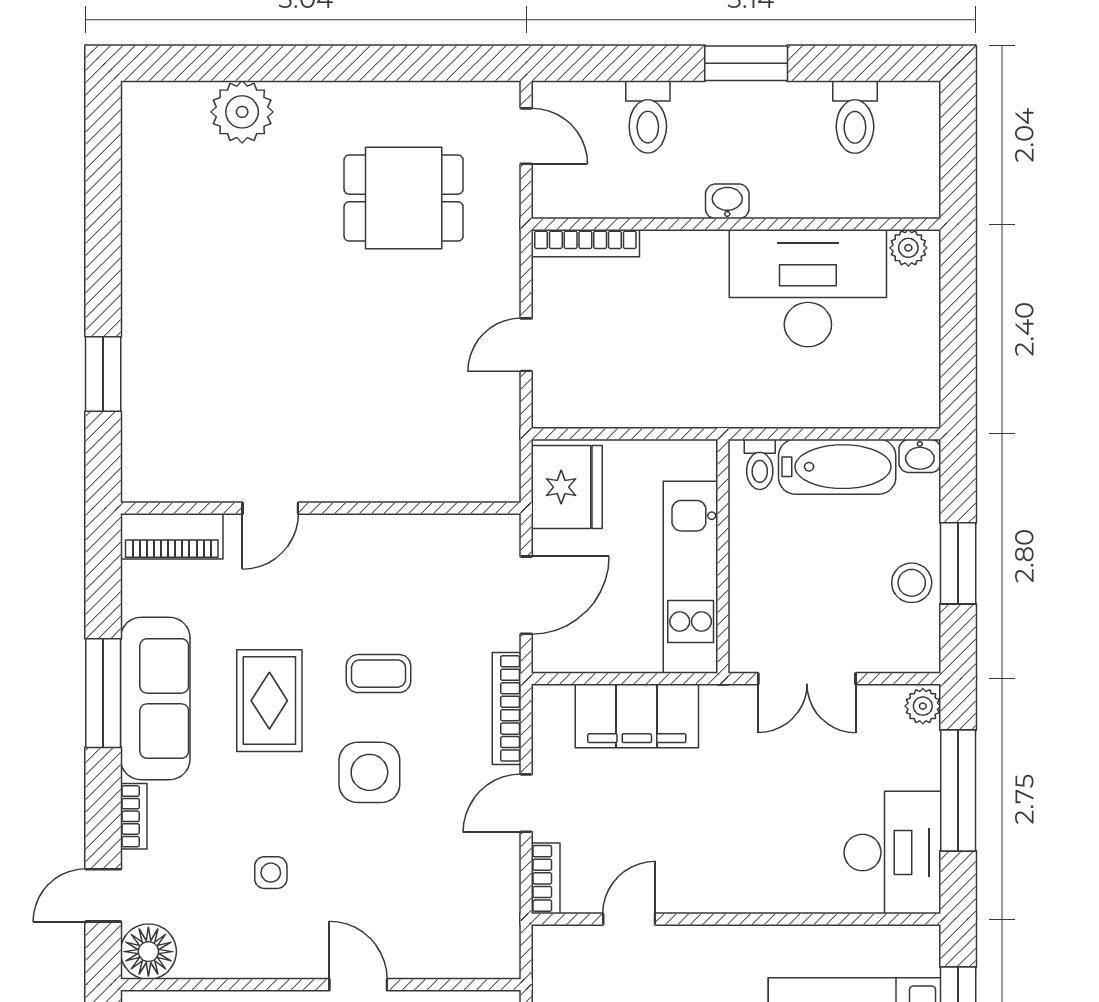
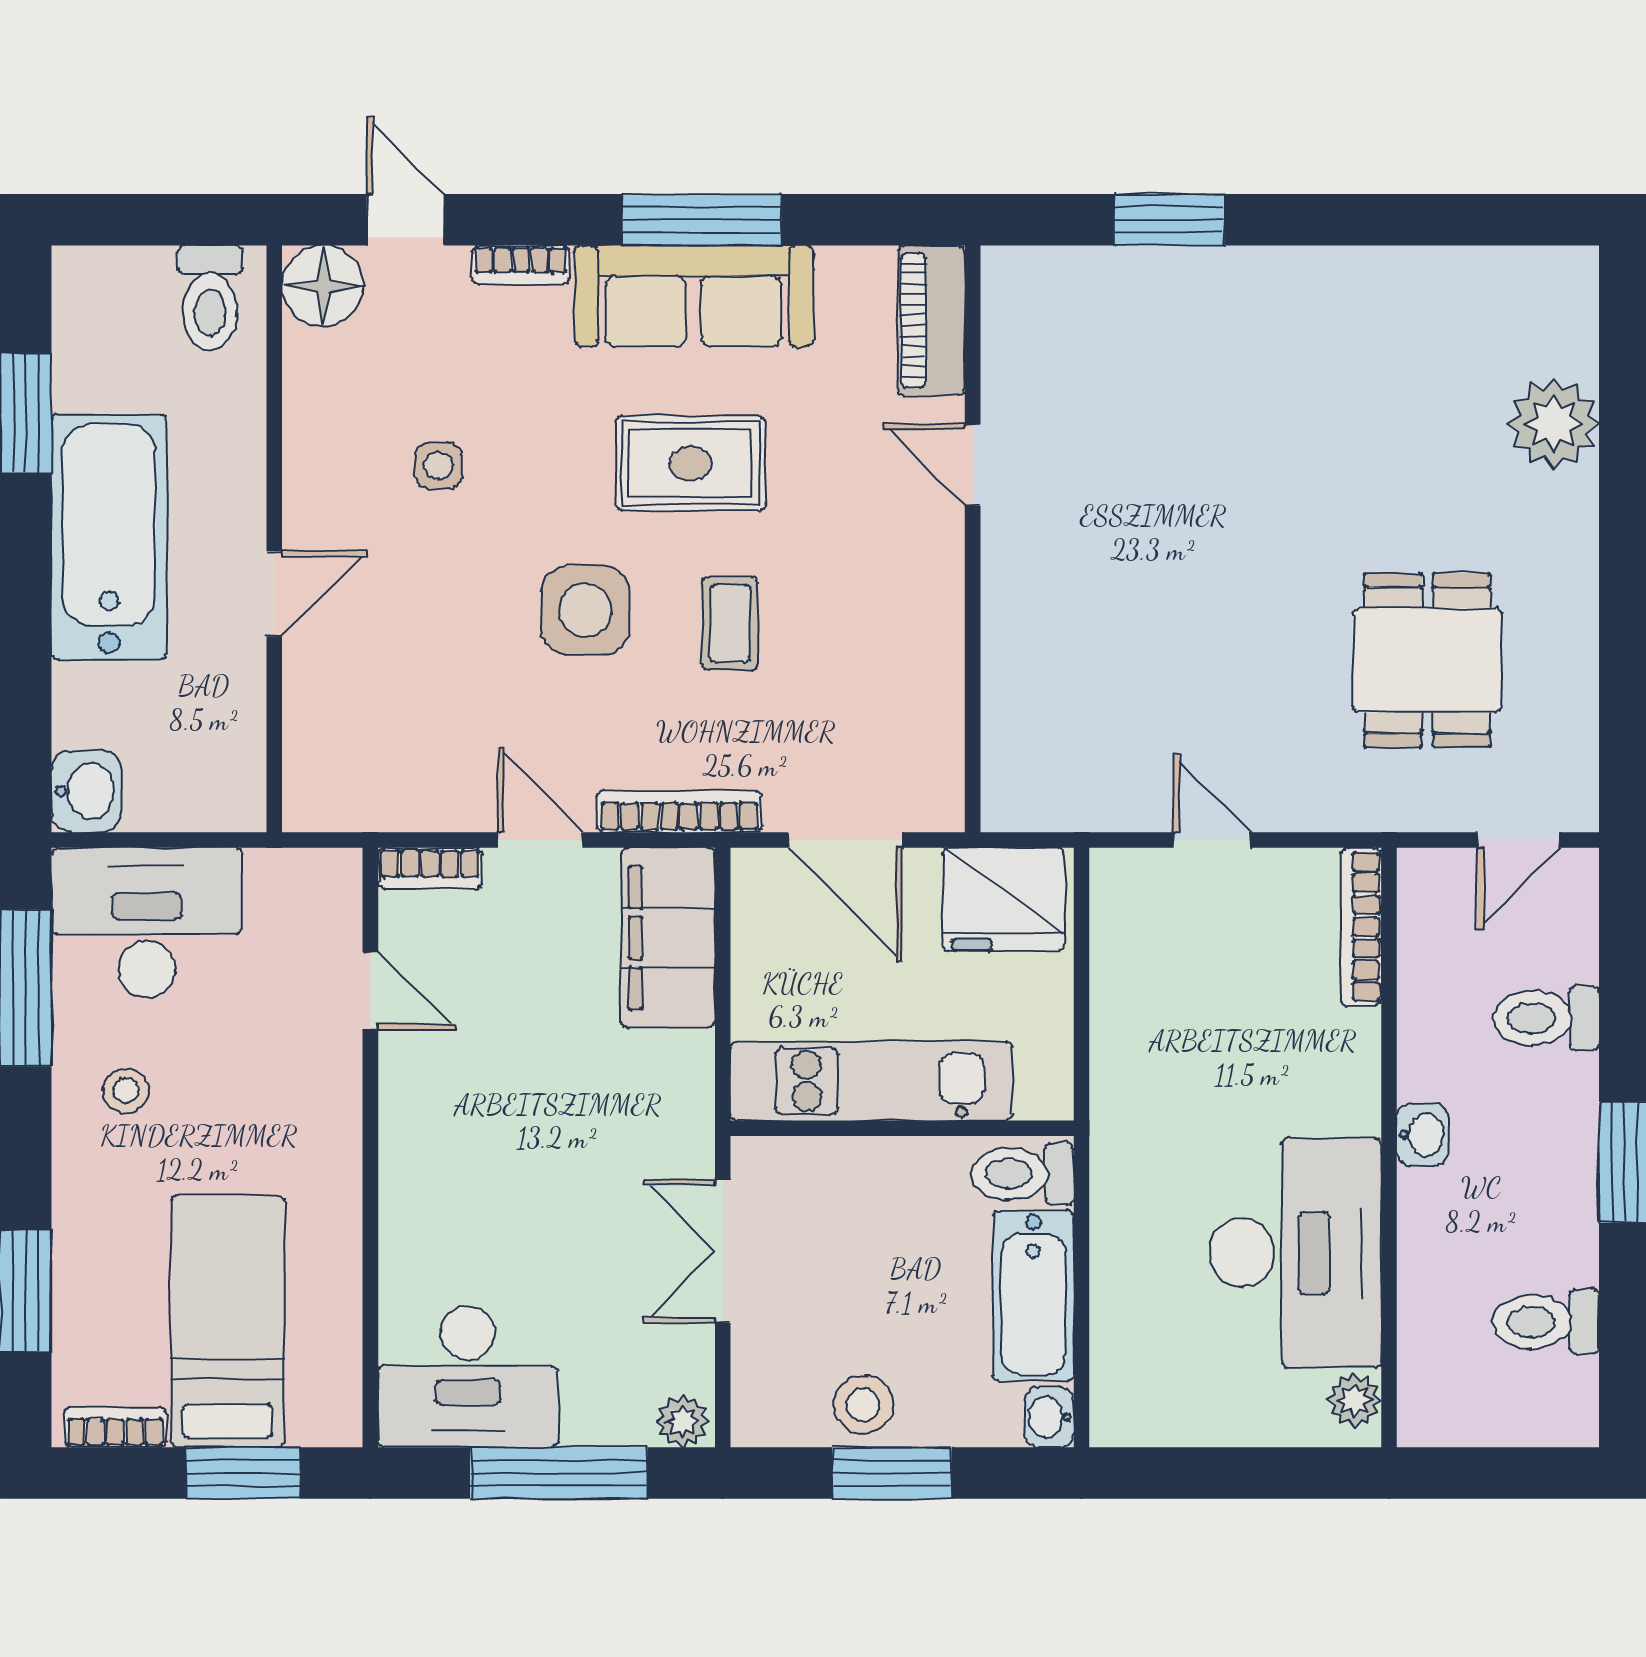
toilet: (760, 464) -> (1023, 1174), width x1.37, depth x1.39
filing cabinet: (637, 716) -> (668, 938), moved

